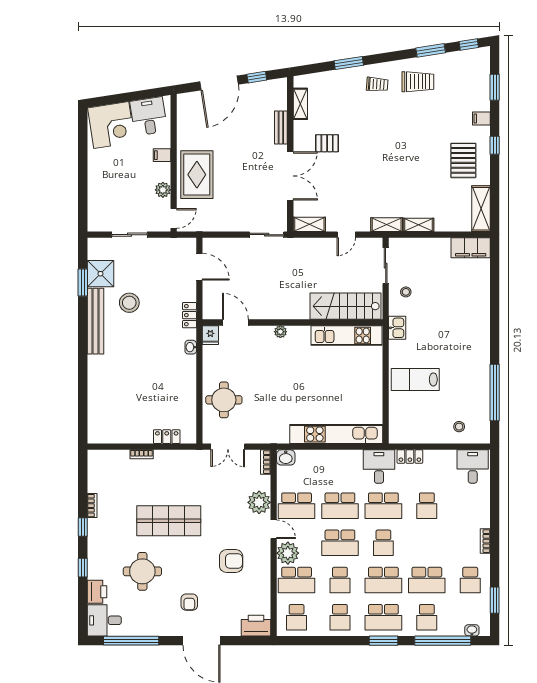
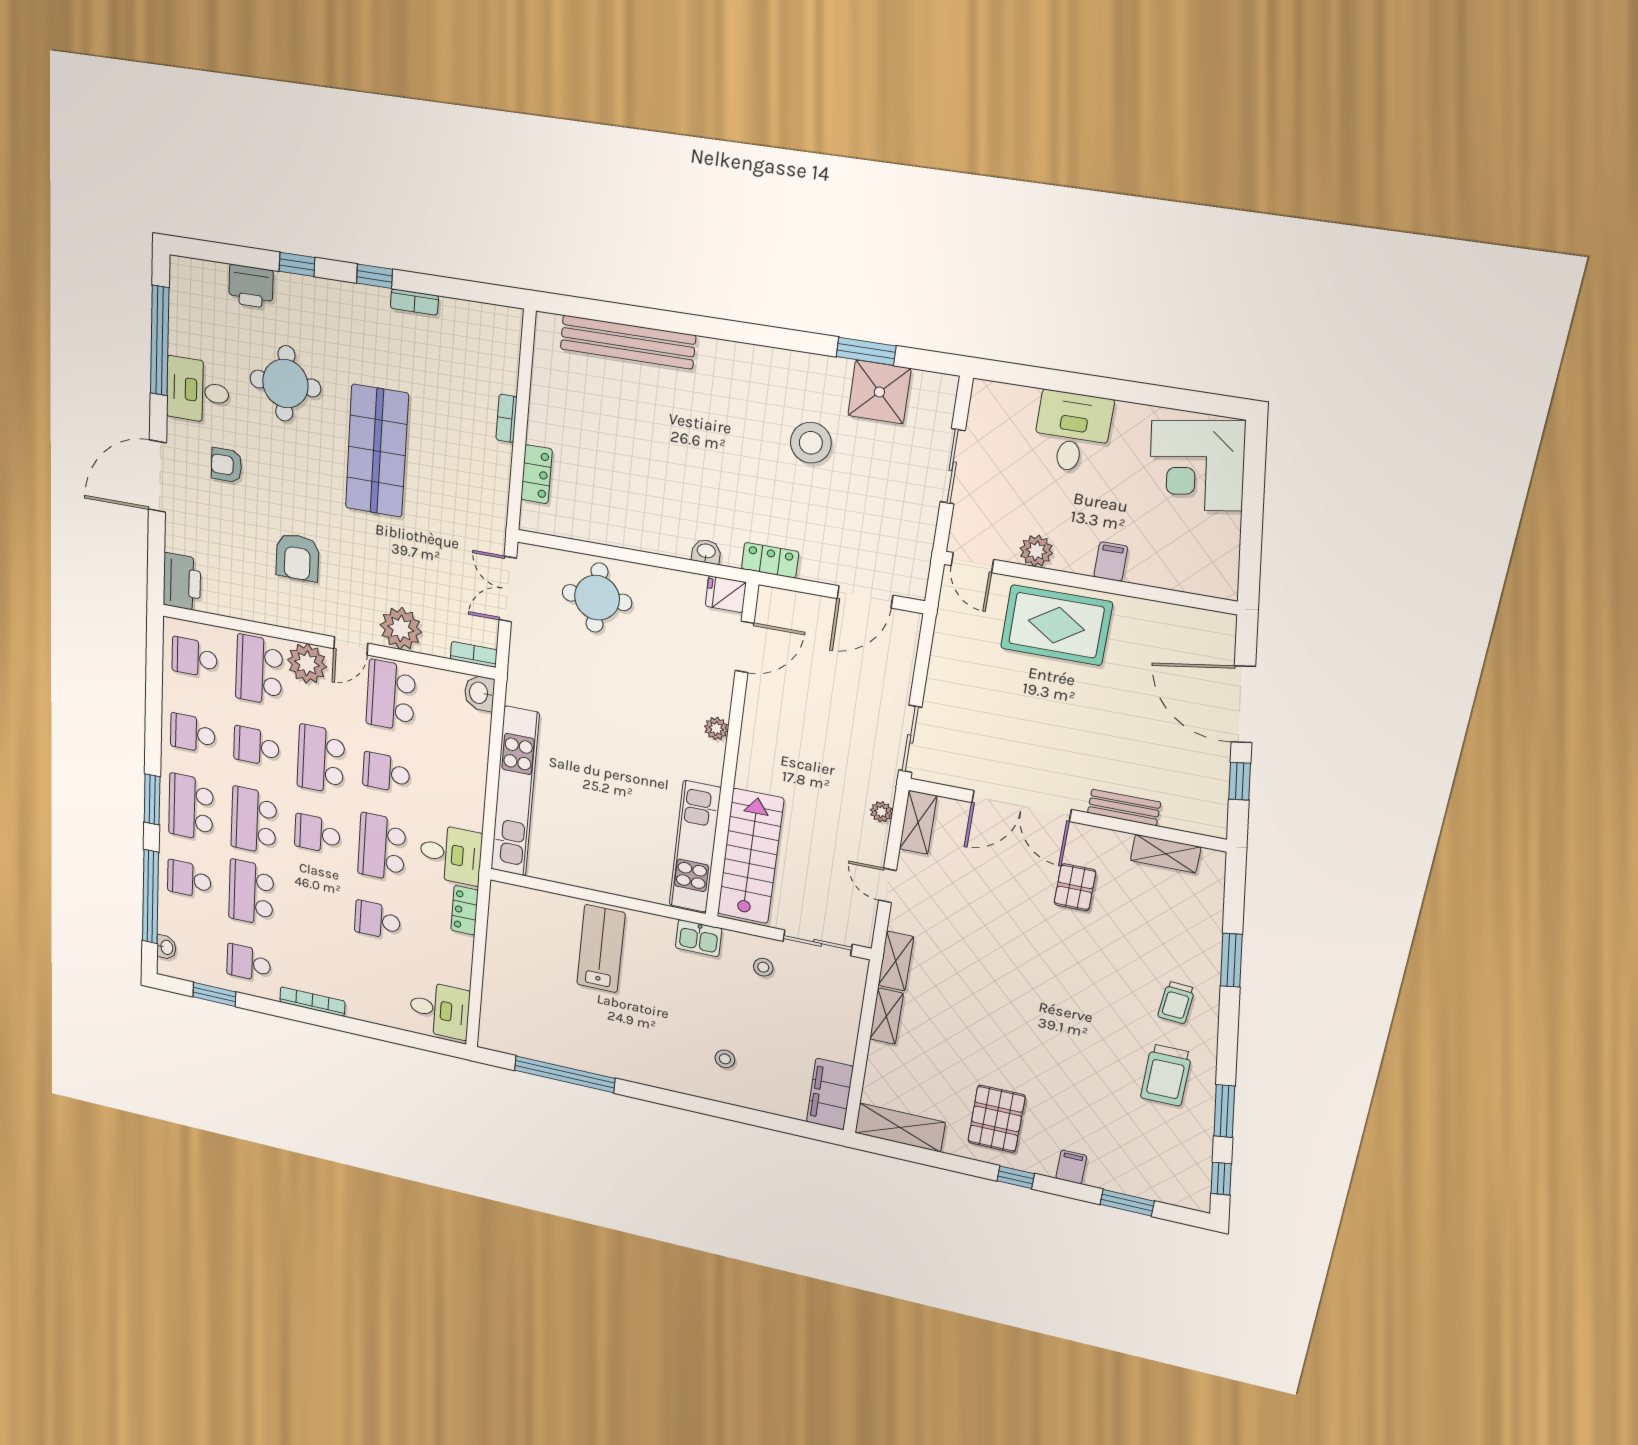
desk: (149, 116) -> (1072, 432), moved, turned -81
pallet: (463, 160) -> (996, 1119), turned 90
plant: (307, 243) -> (881, 812), added
bench: (95, 321) -> (628, 342), moved
stool: (459, 427) -> (725, 1059), moved
school desk: (340, 506) -> (386, 773), width x0.54
bookcase: (485, 541) -> (312, 1002), width x1.56
desk: (104, 620) -> (198, 391), moved, turned -90

